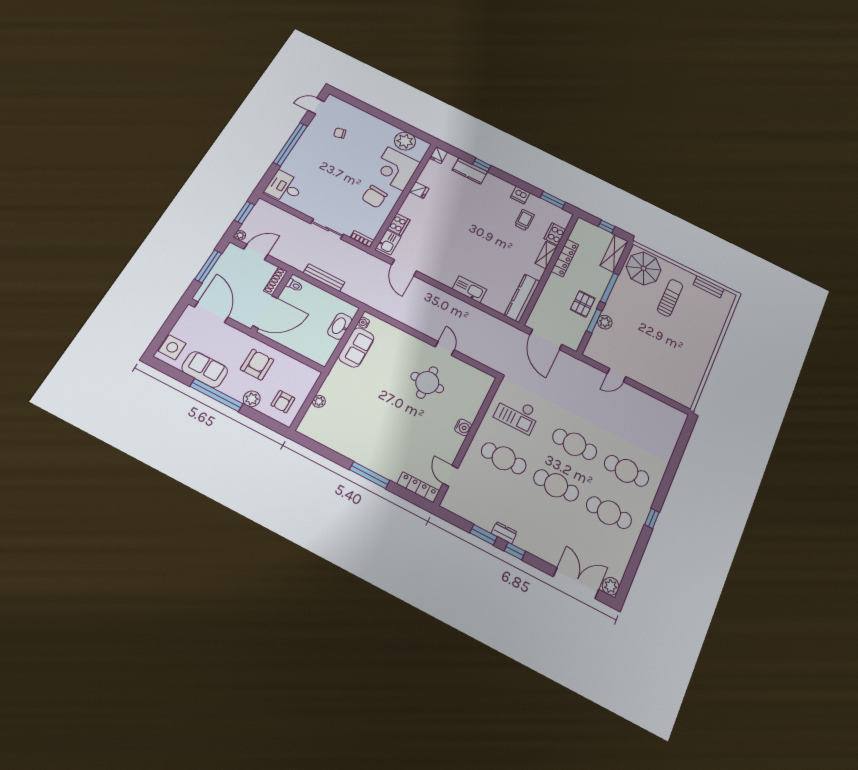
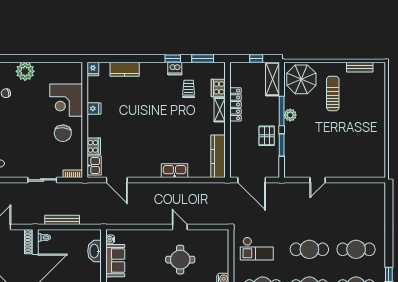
plant: (405, 141) -> (25, 71), moved
window: (482, 165) -> (173, 59), moved
plant: (605, 322) -> (290, 115), moved

